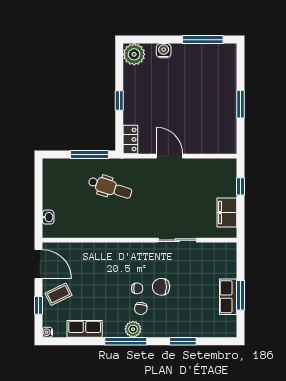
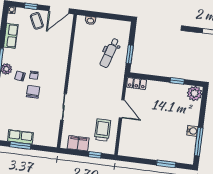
water cooler: (164, 51) -> (192, 131), moved
window: (119, 101) -> (177, 81), moved
window: (241, 104) -> (166, 164), moved
window: (90, 155) -> (130, 54), width x0.69
door: (169, 156) -> (122, 109), hinge flipped
trolley: (203, 180) -> (103, 130), added
dental chair: (110, 187) -> (110, 53), moved

